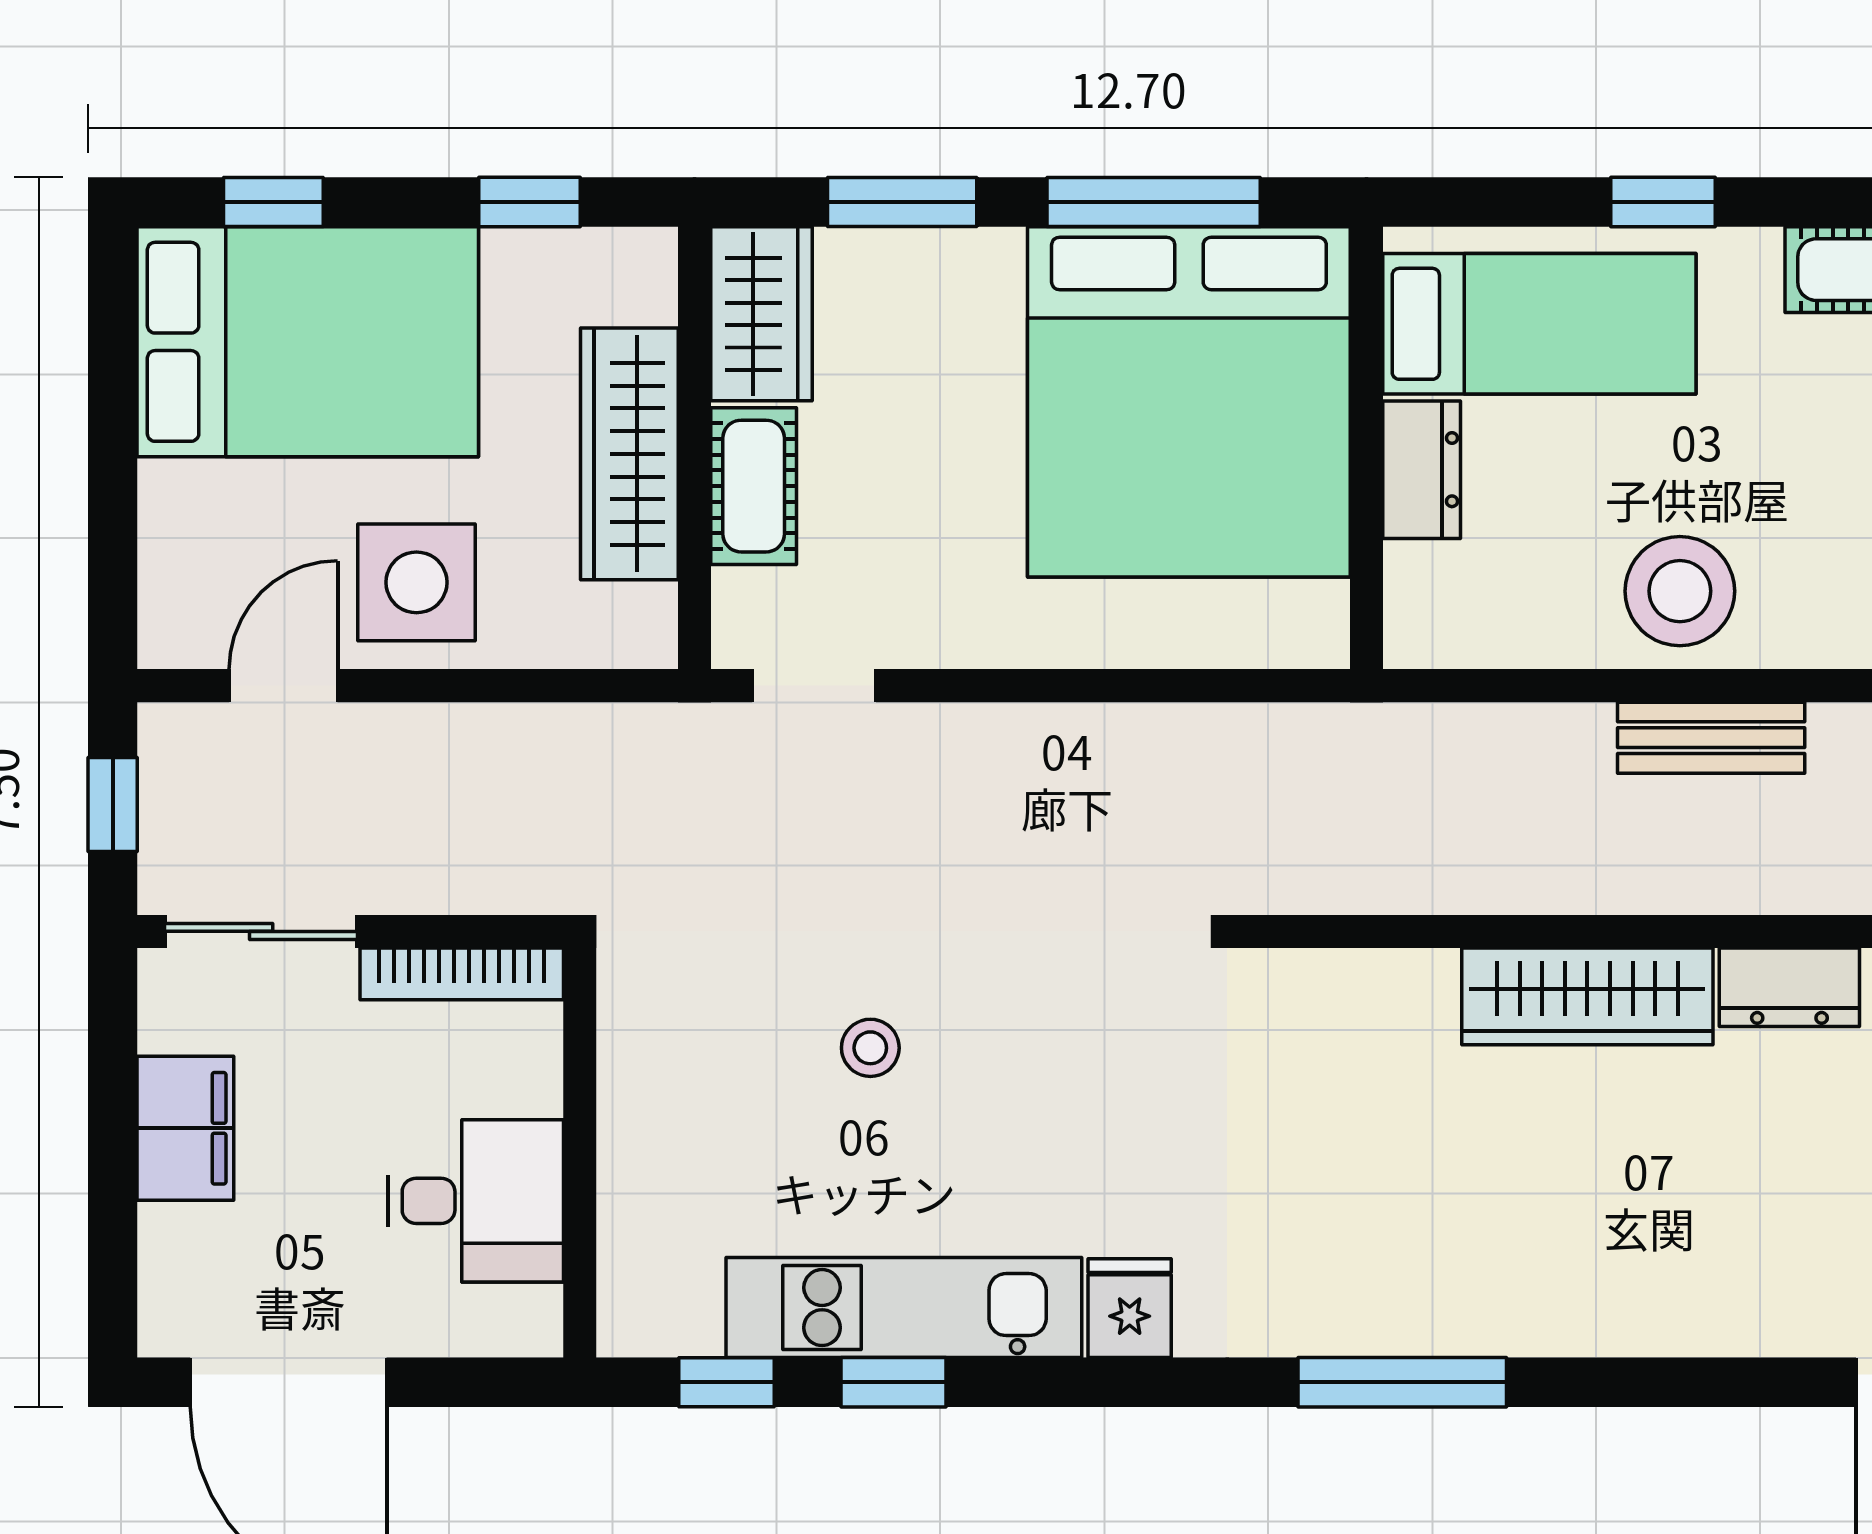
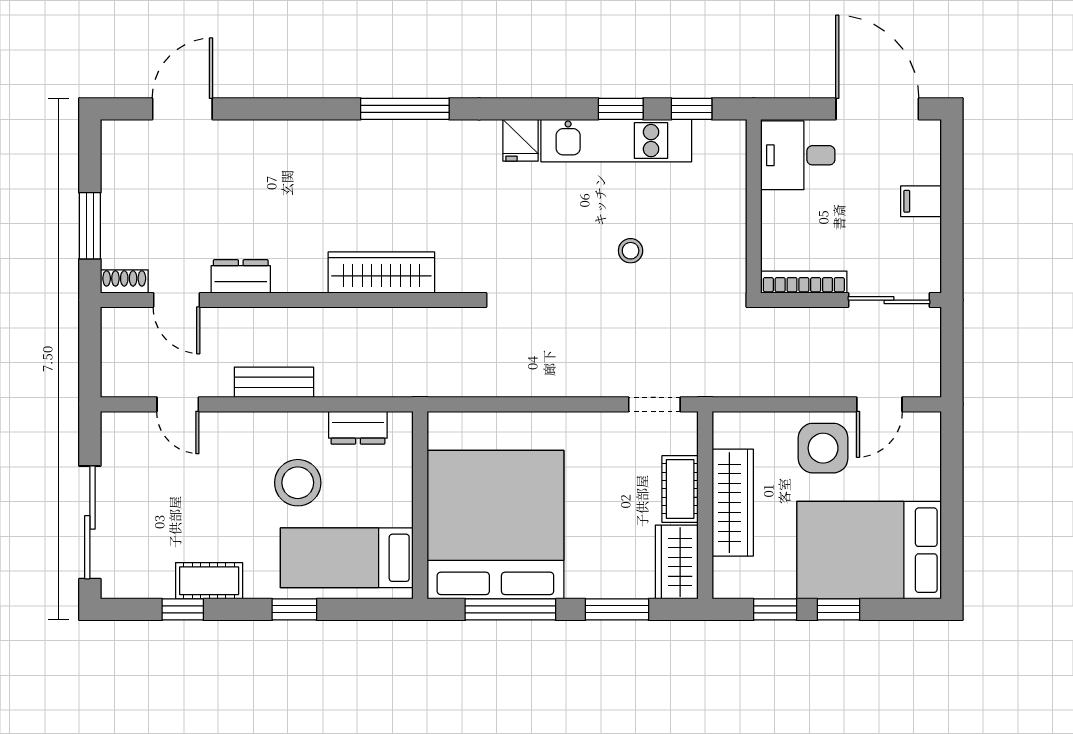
window: (273, 202) -> (838, 609), moved
dresser: (1422, 470) -> (358, 428), moved, turned -90
stool: (1680, 591) -> (298, 483), moved
window: (113, 805) -> (952, 354), removed
wardrobe: (1587, 996) -> (381, 273), moved
filing cabinet: (185, 1128) -> (921, 201), width x0.50
desk: (476, 1201) -> (798, 155), moved

